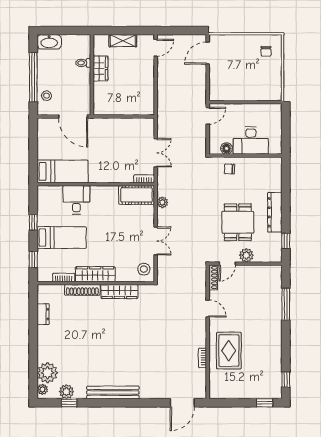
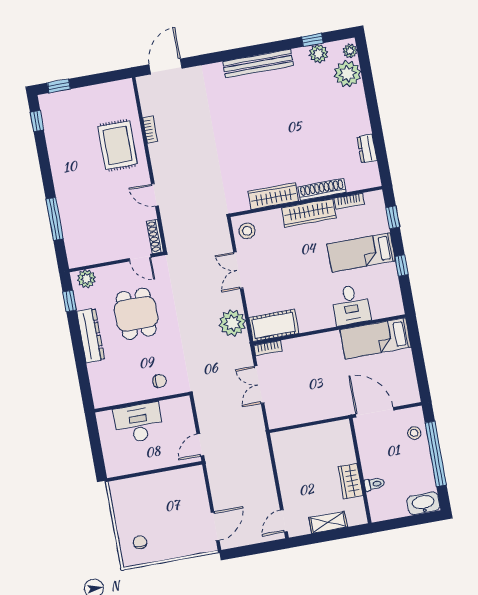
floor lamp: (227, 148) -> (168, 407), removed
plant: (162, 202) -> (232, 323), width x1.88, depth x1.88
plant: (246, 255) -> (86, 279), moved
door: (227, 264) -> (140, 258), swing flipped

